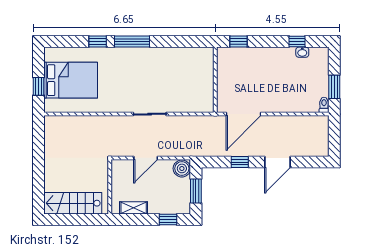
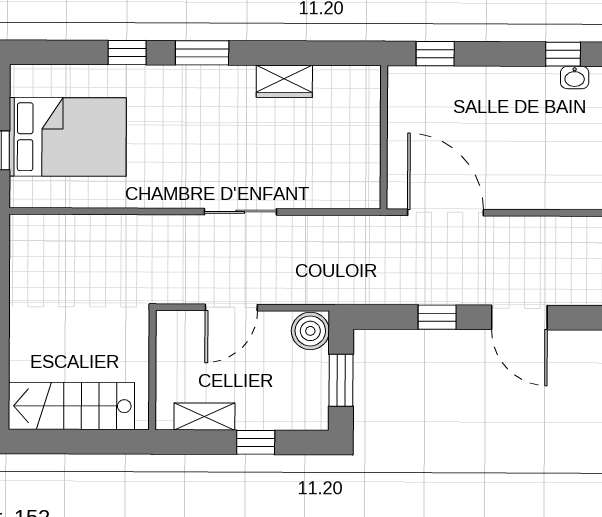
window: (132, 42) -> (202, 53), width x0.69
wardrobe: (170, 54) -> (284, 81), added
door: (243, 114) -> (445, 212), swing flipped
door: (277, 162) -> (519, 317), hinge flipped
window: (168, 220) -> (256, 442), moved

